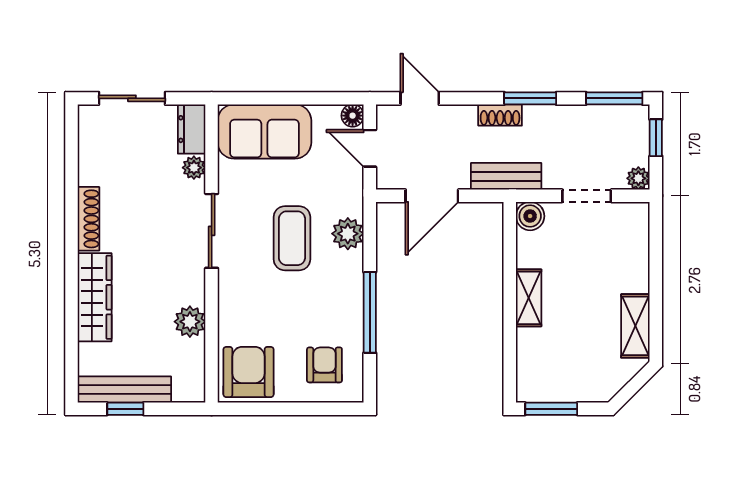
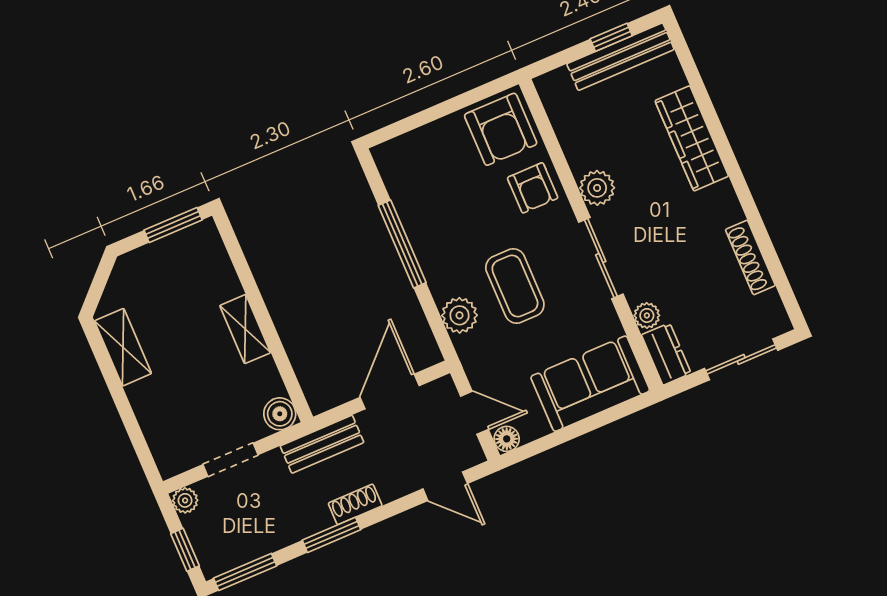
shoe rack: (89, 219) -> (750, 257), moved
plant: (190, 322) -> (597, 188), moved
armchair: (324, 365) -> (533, 188), moved

